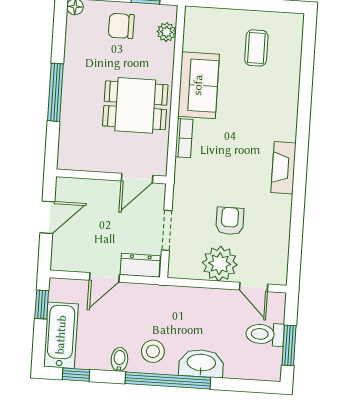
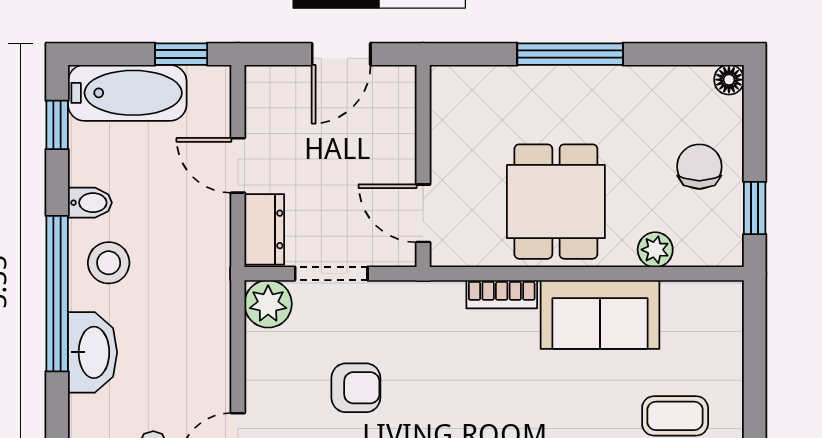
plant: (166, 32) -> (655, 250), moved
door: (47, 217) -> (341, 54), hinge flipped
plant: (220, 264) -> (268, 304), moved, width x0.73, depth x0.73

